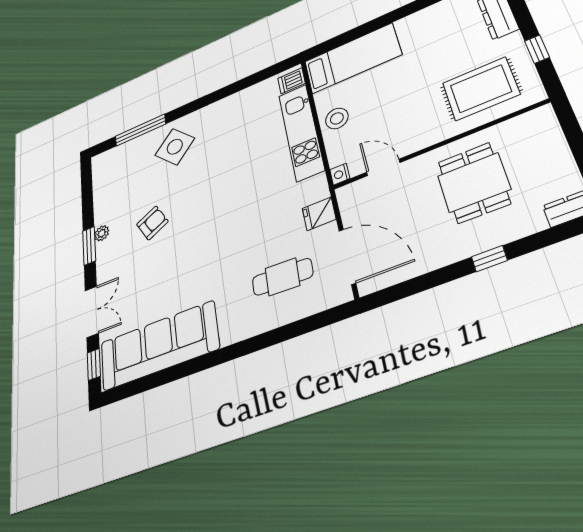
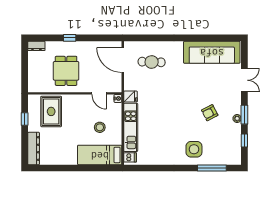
rug: (481, 89) -> (51, 111), turned 90
stool: (337, 118) -> (100, 127), moved
side table: (175, 147) -> (194, 149), turned 45
fridge: (319, 214) -> (131, 97), moved
double door: (92, 312) -> (244, 80), swing flipped
window: (94, 364) -> (244, 141), moved

